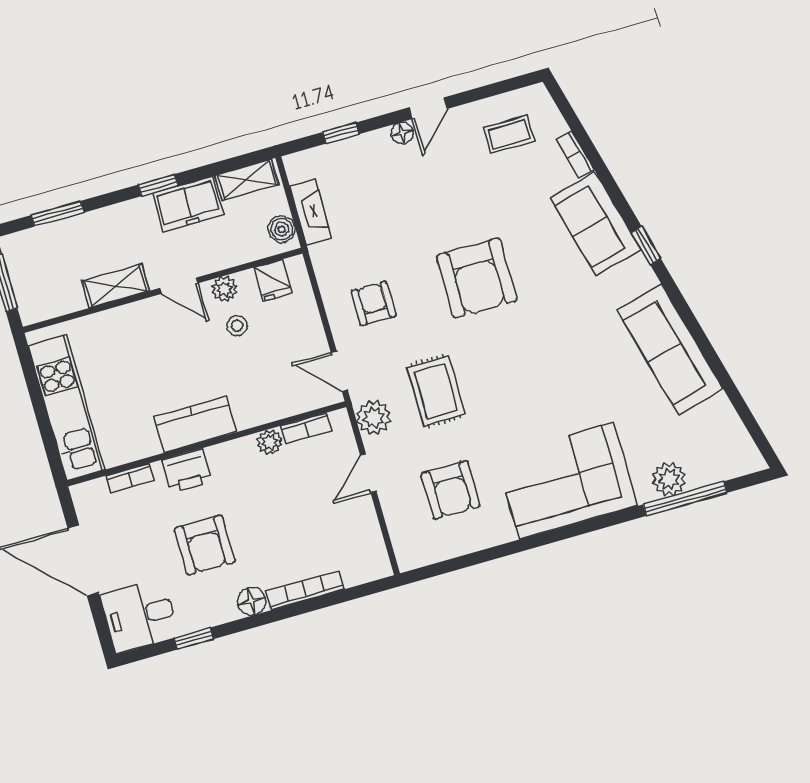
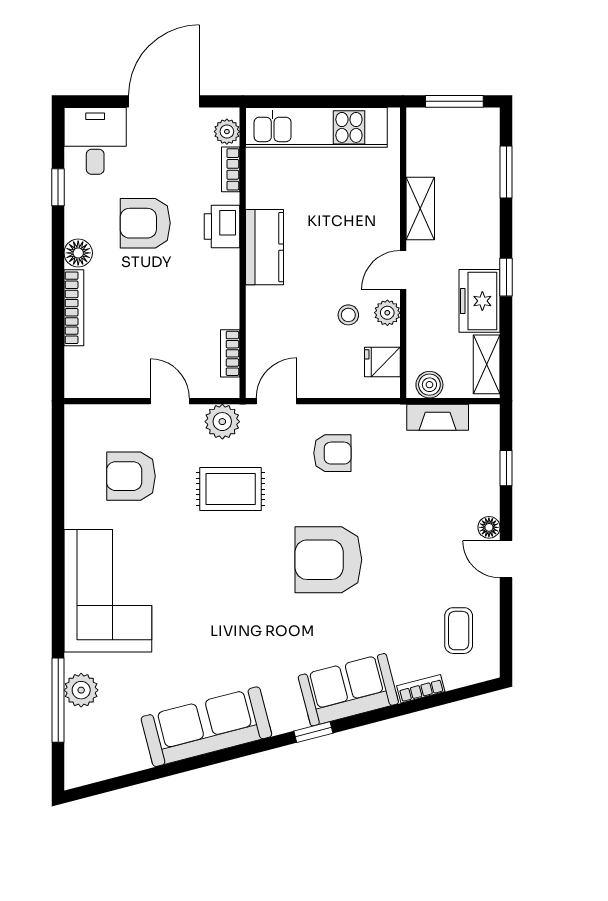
plant: (270, 442) -> (227, 132), moved

